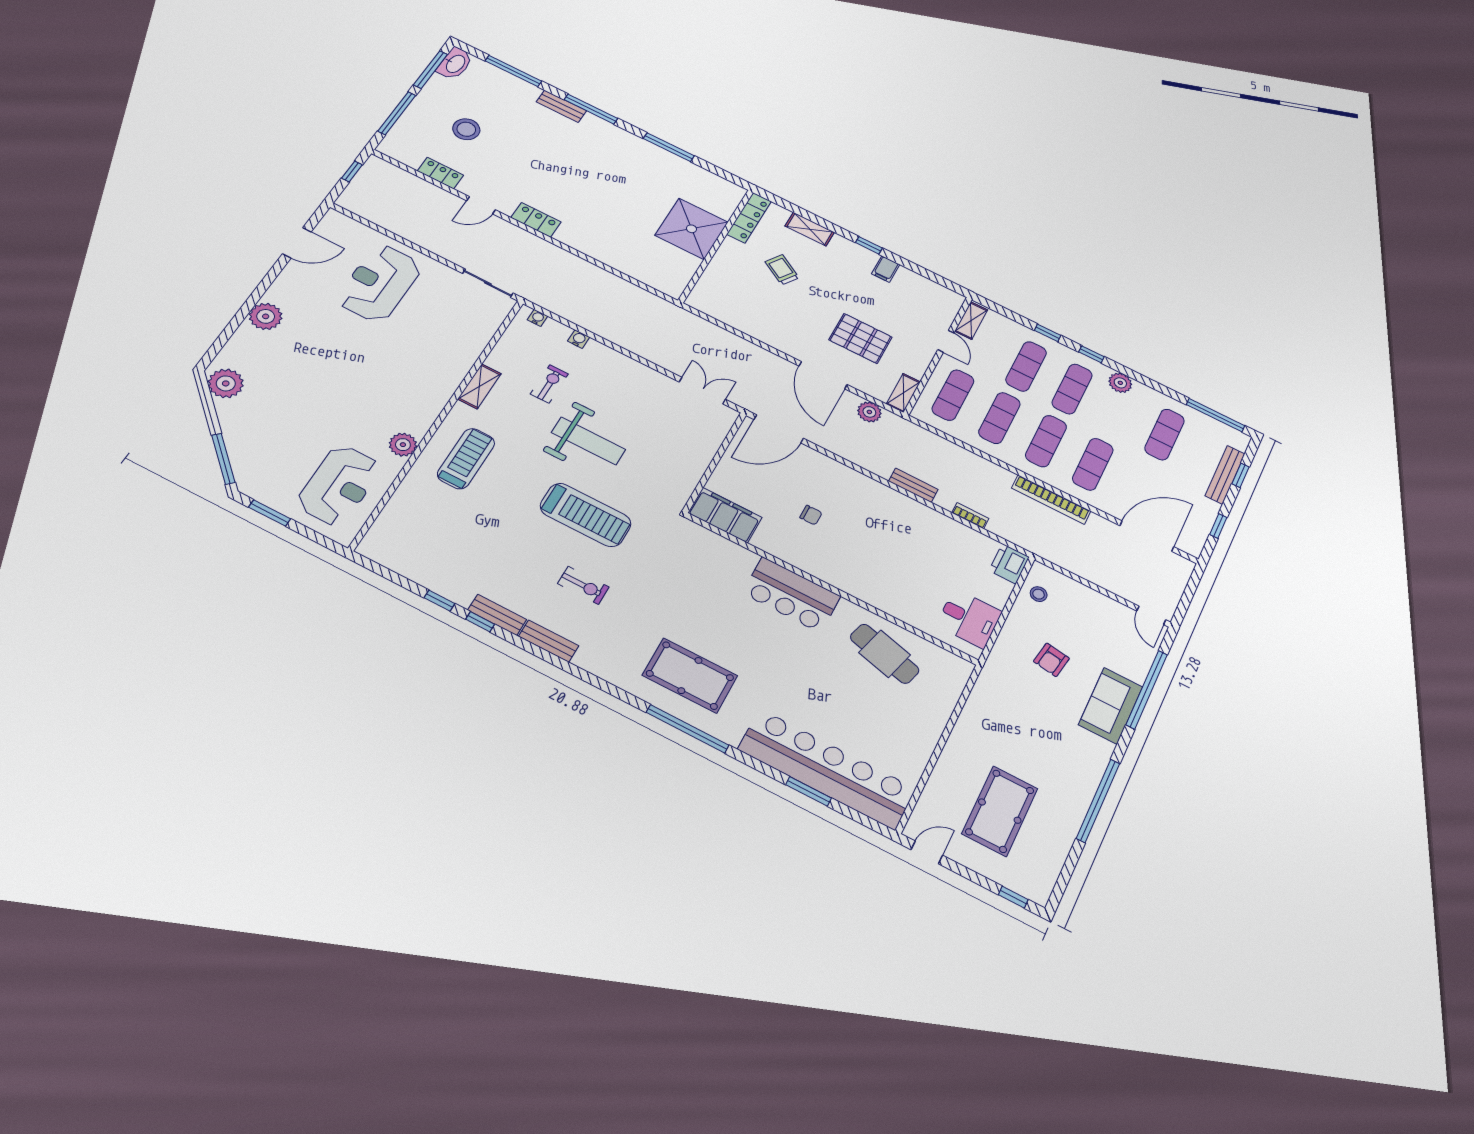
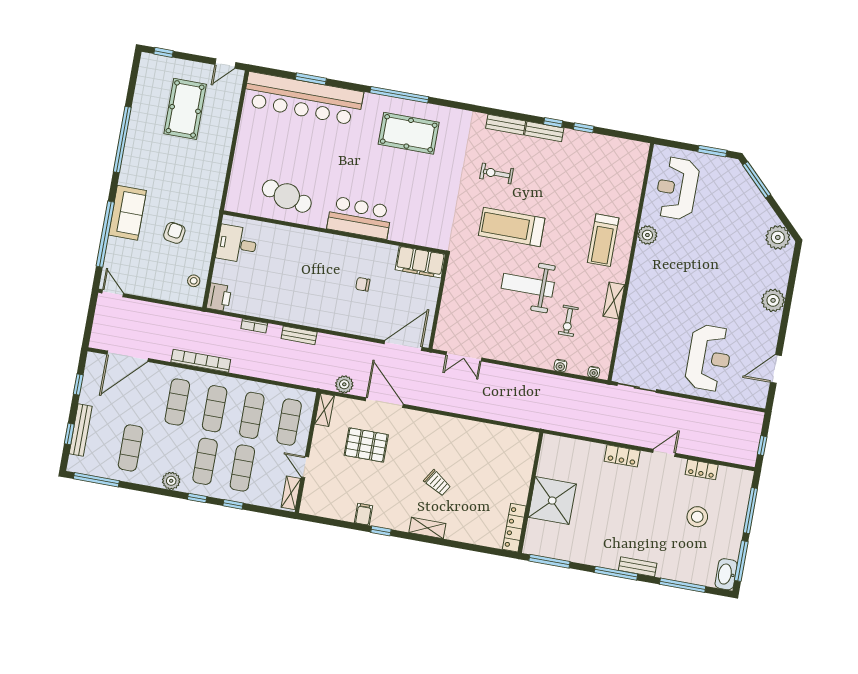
locker: (749, 218) -> (514, 528), moved
shower: (692, 229) -> (552, 501), moved
wall: (716, 246) -> (530, 493), moved

